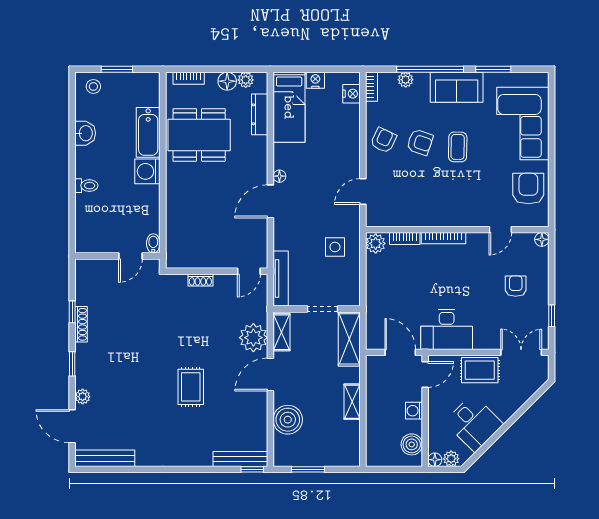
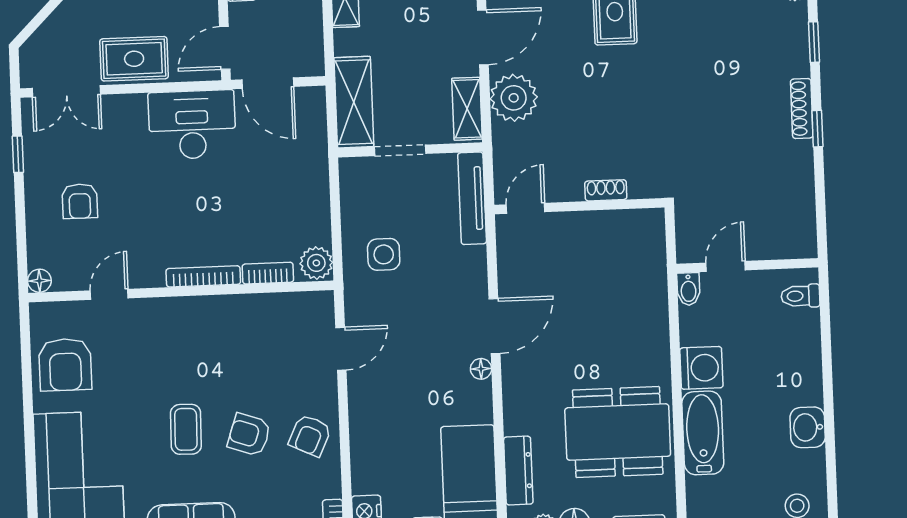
toilet: (86, 186) -> (800, 296), moved
bidet: (153, 243) -> (688, 289), moved
wall: (117, 256) -> (747, 266), moved
door: (130, 256) -> (726, 266), moved

